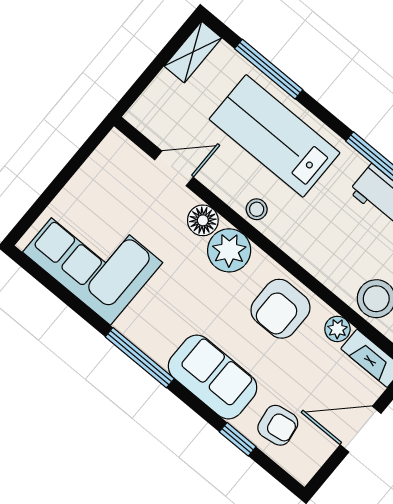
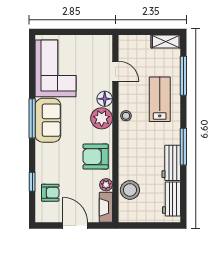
lab bench: (274, 136) -> (160, 99), width x0.73, depth x0.72
sofa: (213, 377) -> (48, 120), moved
armchair: (278, 425) -> (50, 193), turned -81

